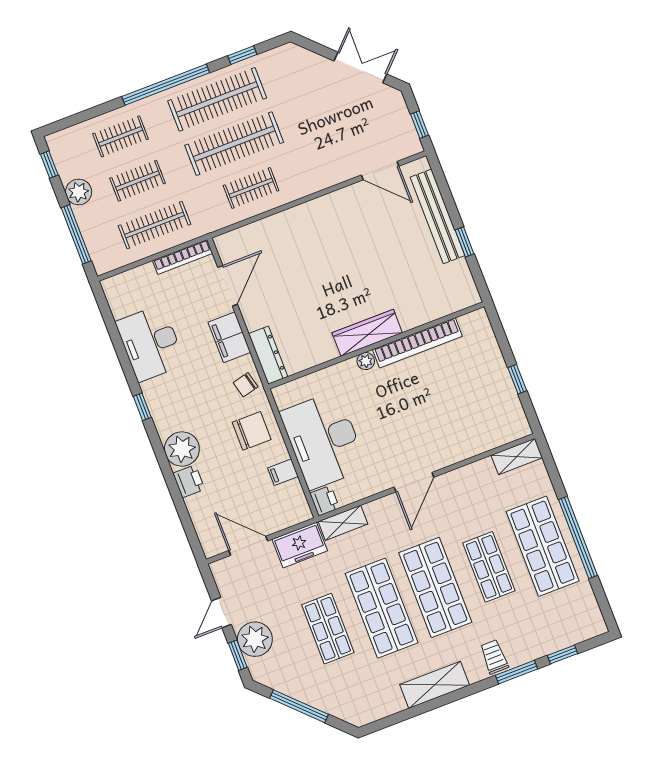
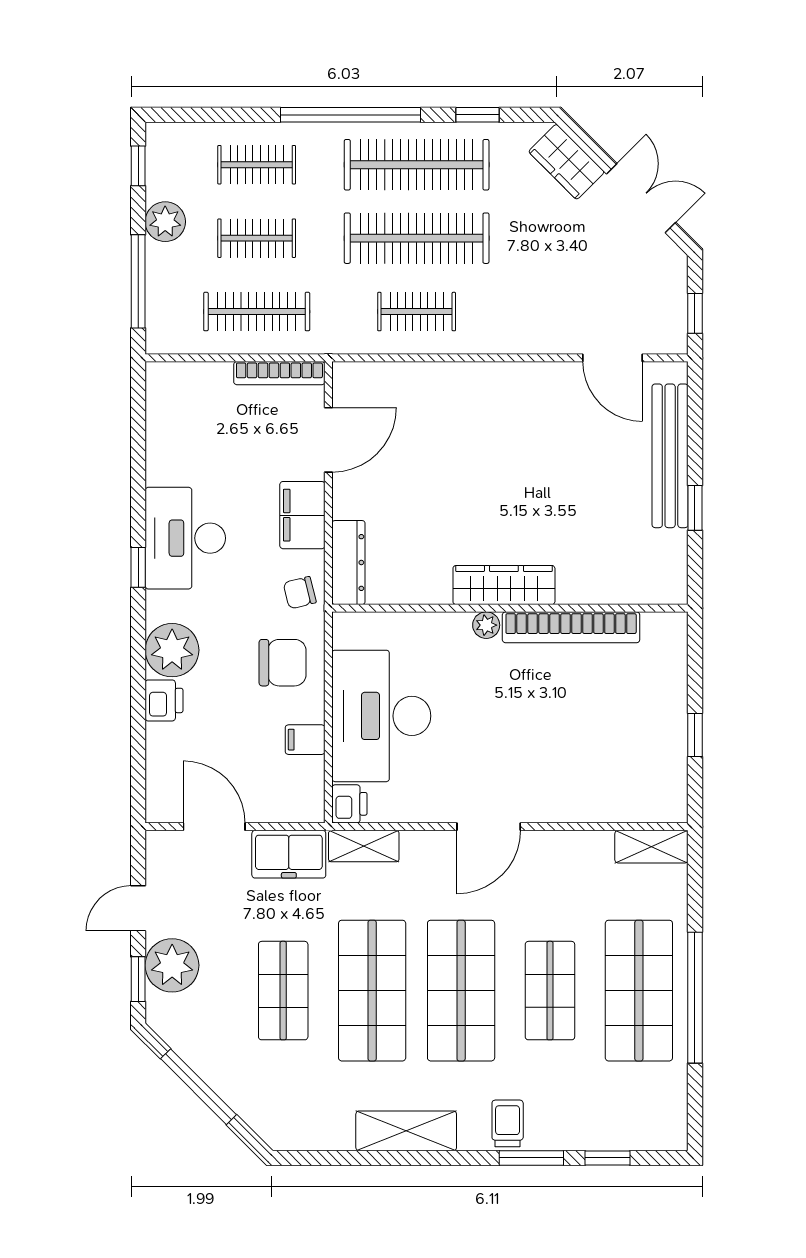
wardrobe: (307, 63) -> (567, 162), added
desk: (150, 343) -> (185, 538), moved

